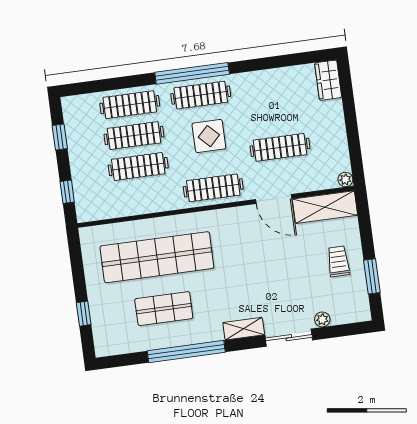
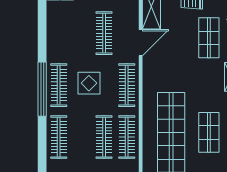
clothes rail: (134, 136) -> (127, 137), moved
shop shelf: (293, 291) -> (209, 38), added

